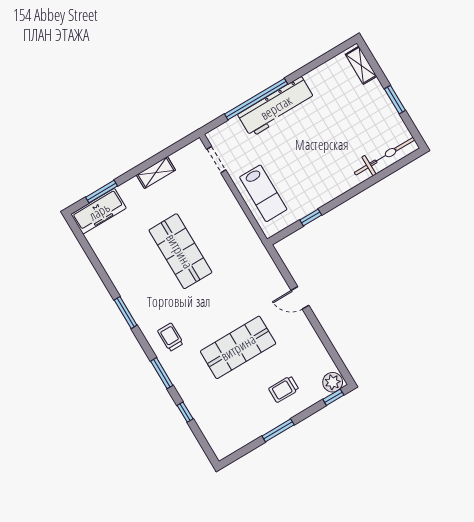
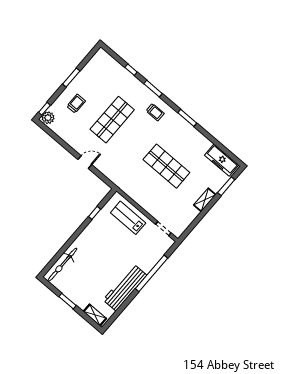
workbench: (276, 107) -> (125, 288), moved
shelving: (156, 173) -> (205, 200), moved
freezer: (99, 211) -> (222, 160), moved, turned -90

